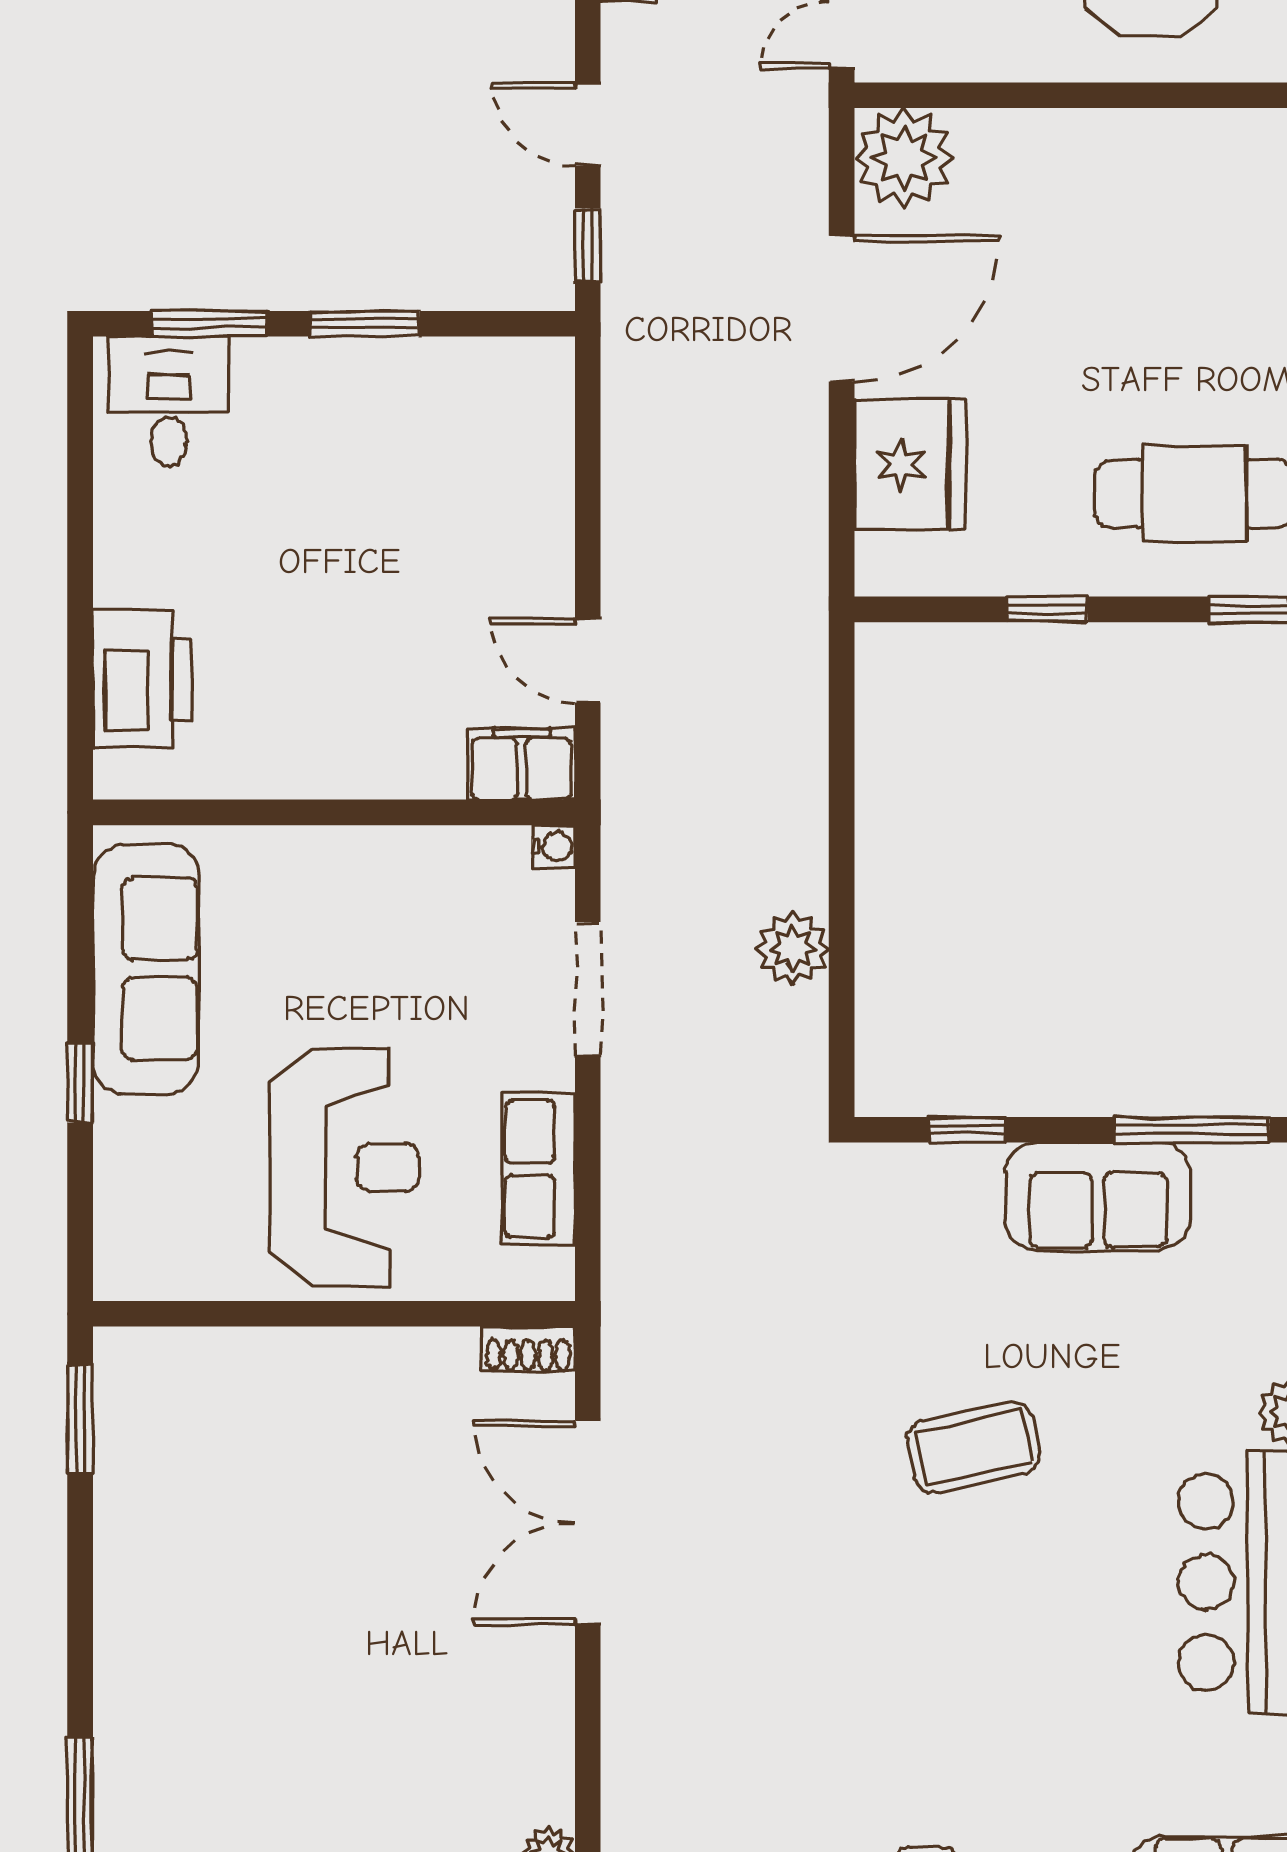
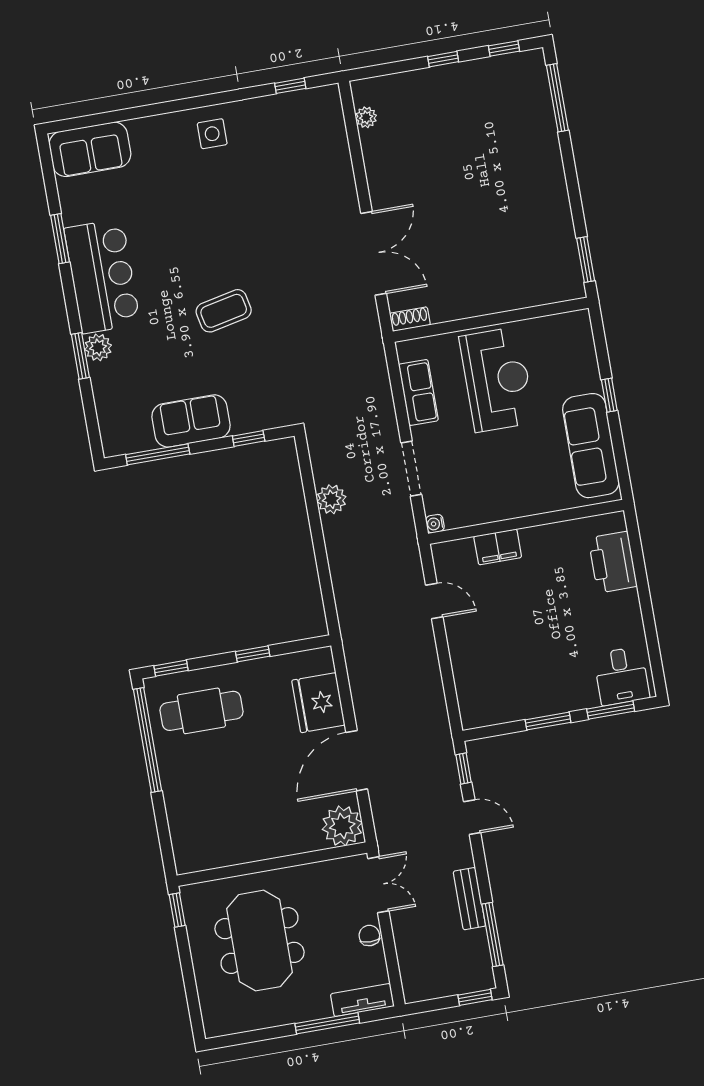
filing cabinet: (522, 764) -> (498, 547), moved
reception desk: (344, 1167) -> (497, 379), turned 180

